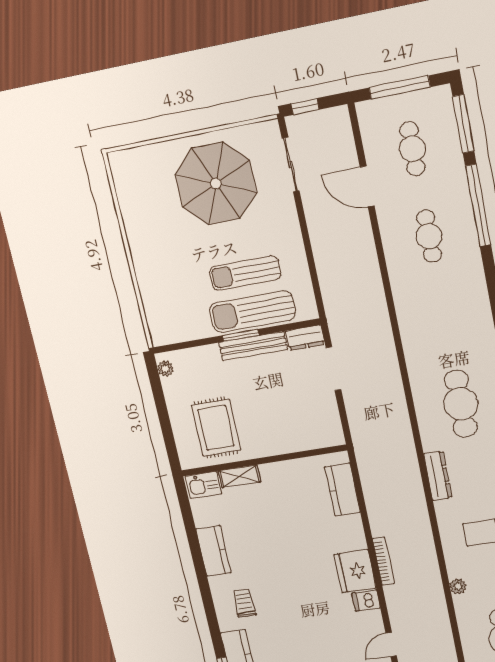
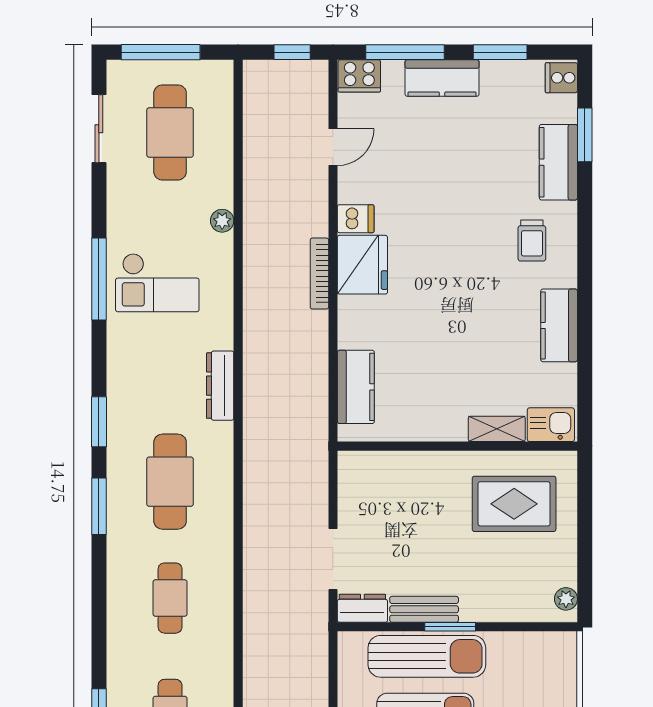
cafe table: (445, 321) -> (170, 598), added
bench: (253, 346) -> (424, 609), width x0.73
rug: (216, 428) -> (514, 504), turned 90

